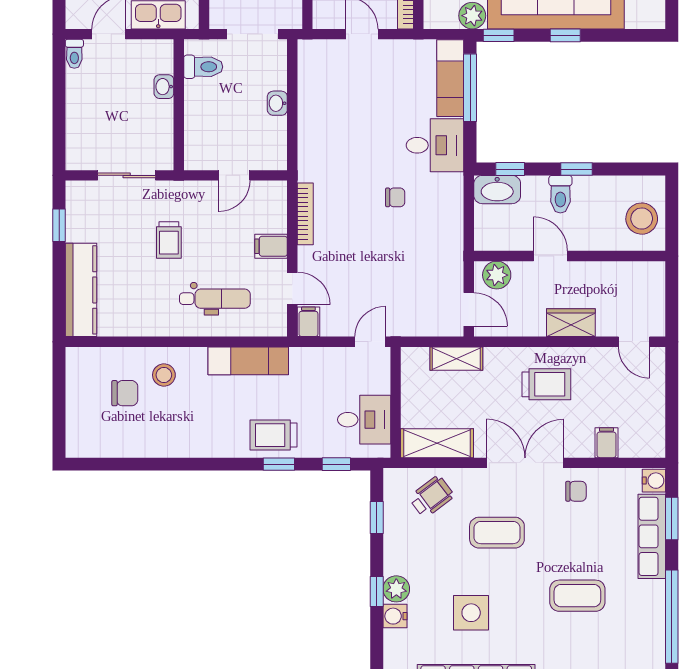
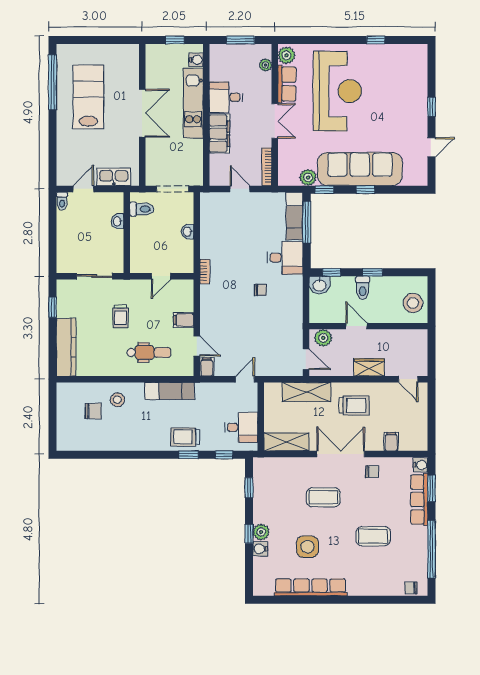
washbasin: (497, 190) -> (320, 285), width x0.72
bookcase: (305, 214) -> (205, 271), moved, width x0.64
shelving: (456, 359) -> (306, 392), width x1.50, depth x1.33
wheelchair: (431, 497) -> (283, 475), removed

